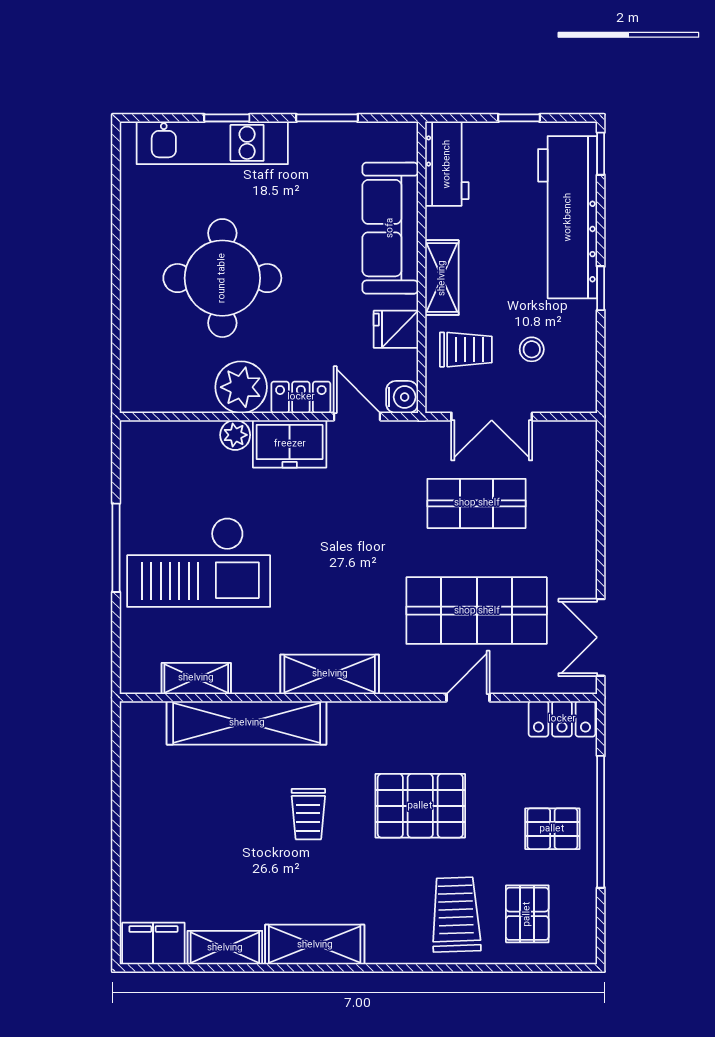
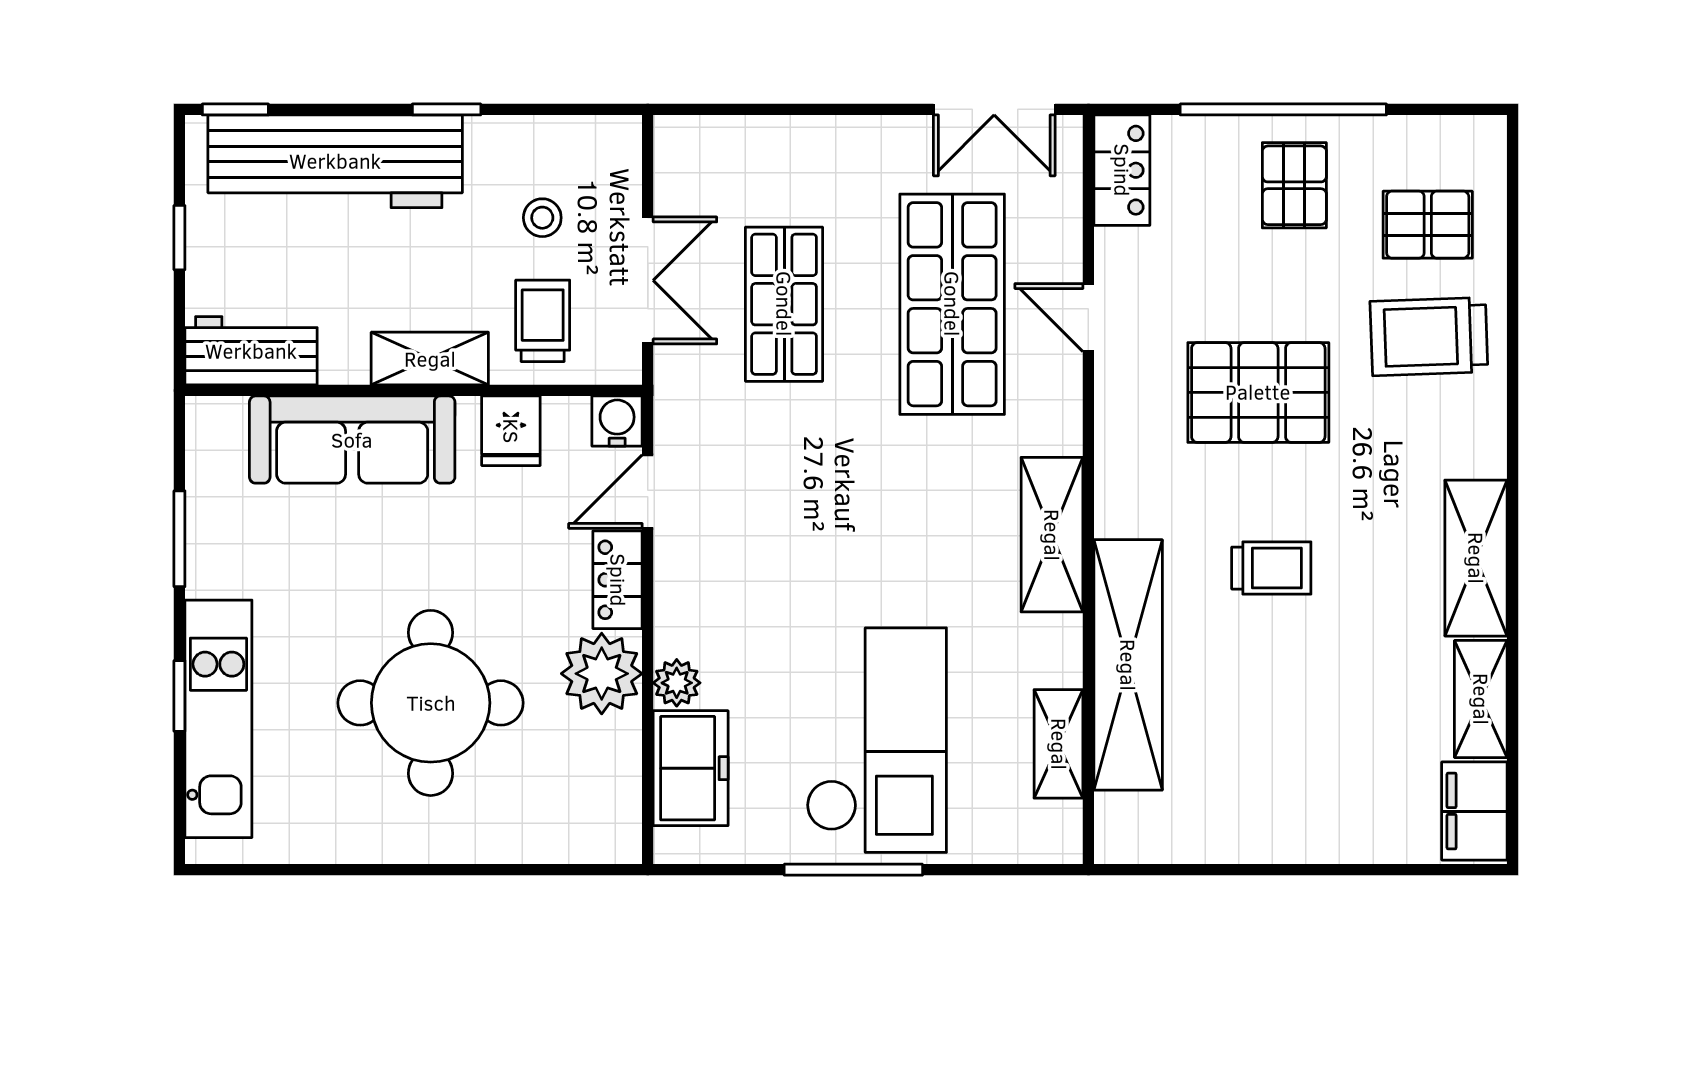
freezer: (290, 444) -> (691, 768), moved
pallet: (420, 806) -> (1258, 392), turned 90

